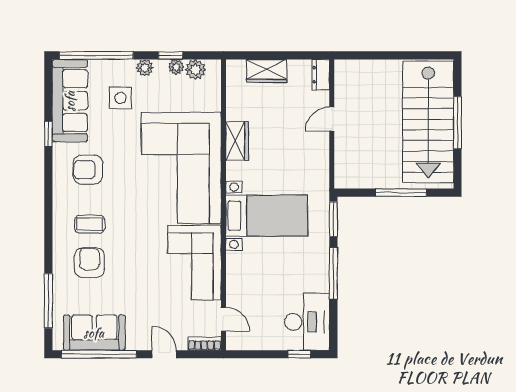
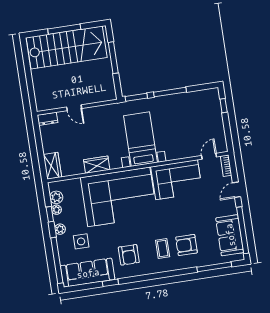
wardrobe: (266, 71) -> (52, 166), moved
desk: (307, 322) -> (203, 104), removed

